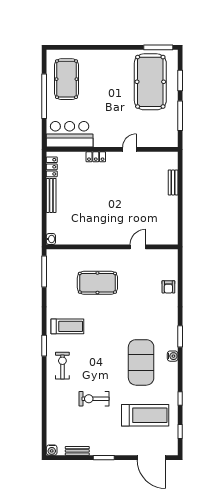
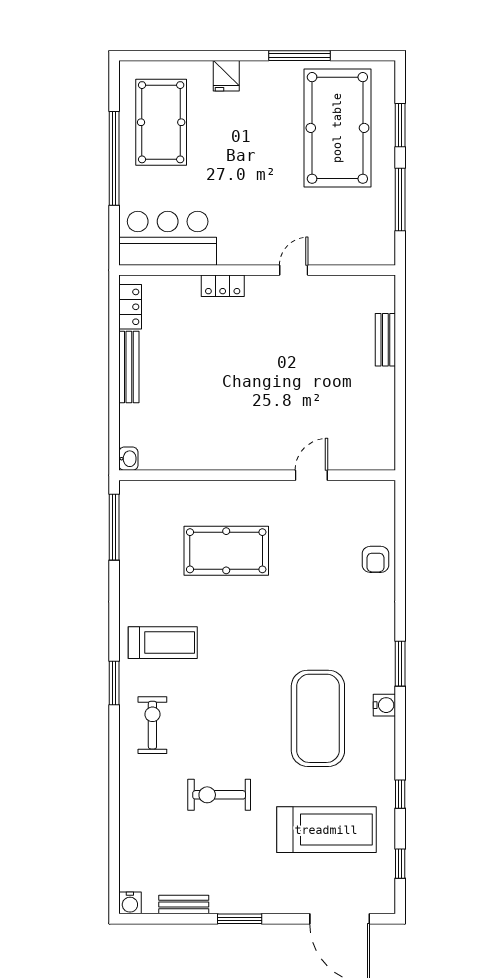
window: (158, 47) -> (299, 56), moved
fridge: (97, 57) -> (226, 76), added

